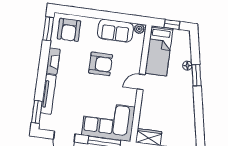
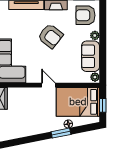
plant: (93, 23) -> (95, 35), added
bed: (159, 51) -> (78, 102), width x1.50
armchair: (101, 64) -> (50, 36), moved, turned -52

